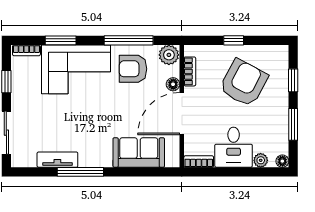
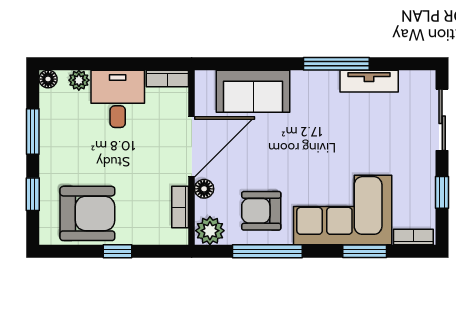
armchair: (133, 69) -> (261, 211), turned 180
armchair: (244, 83) -> (87, 213), moved, turned -118

